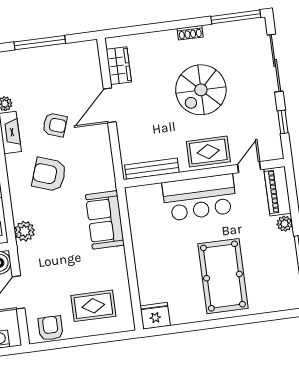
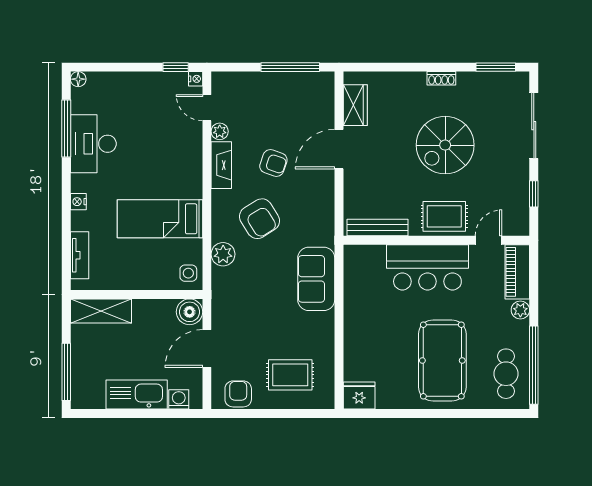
window: (236, 17) -> (496, 67), width x0.69
window: (40, 43) -> (290, 67), moved
armchair: (49, 174) -> (259, 219), turned -141
plant: (25, 231) -> (223, 254), moved
cafe table: (279, 280) -> (506, 374), added

